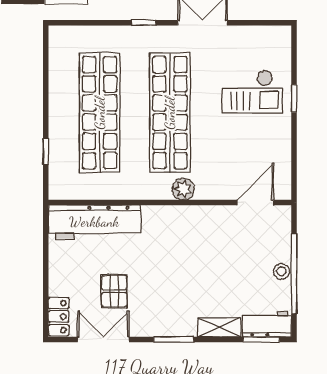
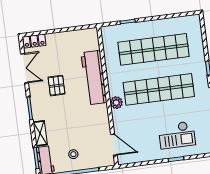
checkout: (253, 92) -> (177, 135), turned -90
workbench: (94, 222) -> (94, 78), moved
stool: (281, 271) -> (73, 154), moved
pallet: (114, 291) -> (56, 86), moved, turned 90

